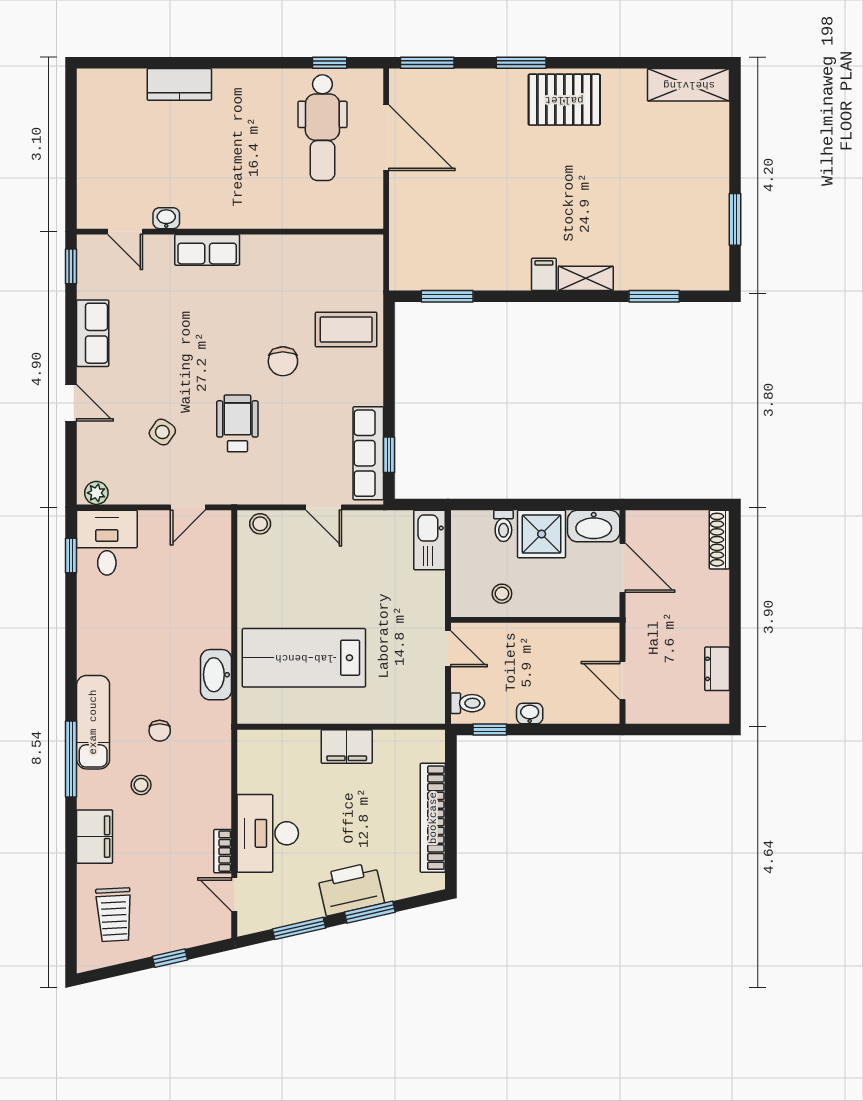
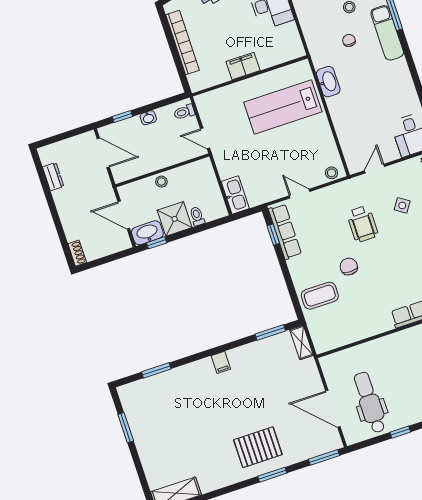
window: (330, 63) -> (400, 432), moved
pallet: (564, 100) -> (258, 447), moved
shelving: (586, 278) -> (302, 342), moved, turned 90
window: (584, 505) -> (157, 243), added
shoe rack: (719, 540) -> (77, 253), width x0.70
stool: (502, 594) -> (161, 182), moved
lab bench: (304, 658) -> (283, 107), turned 180
door: (623, 680) -> (103, 153), width x1.38
window: (490, 730) -> (122, 116), moved

